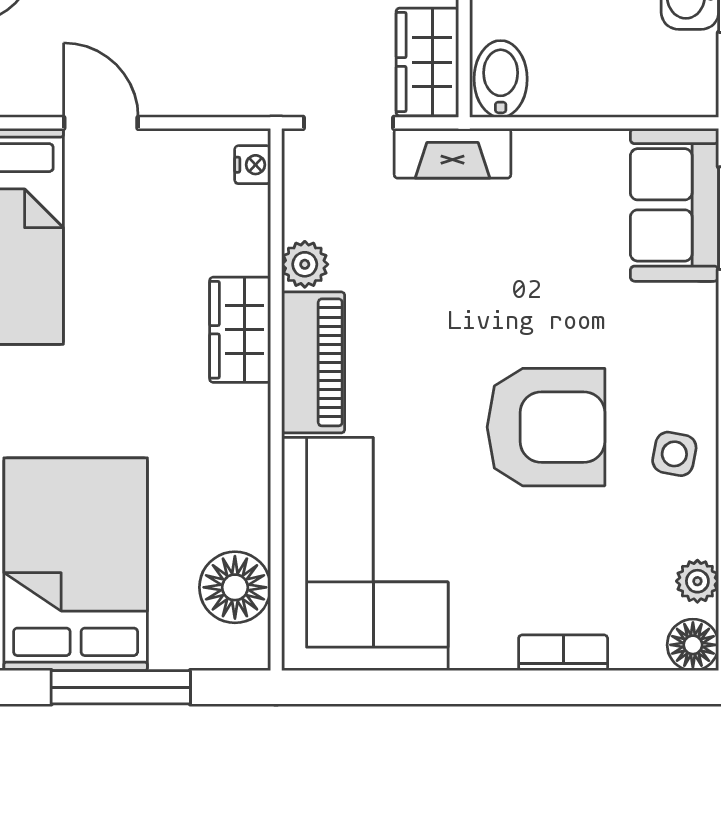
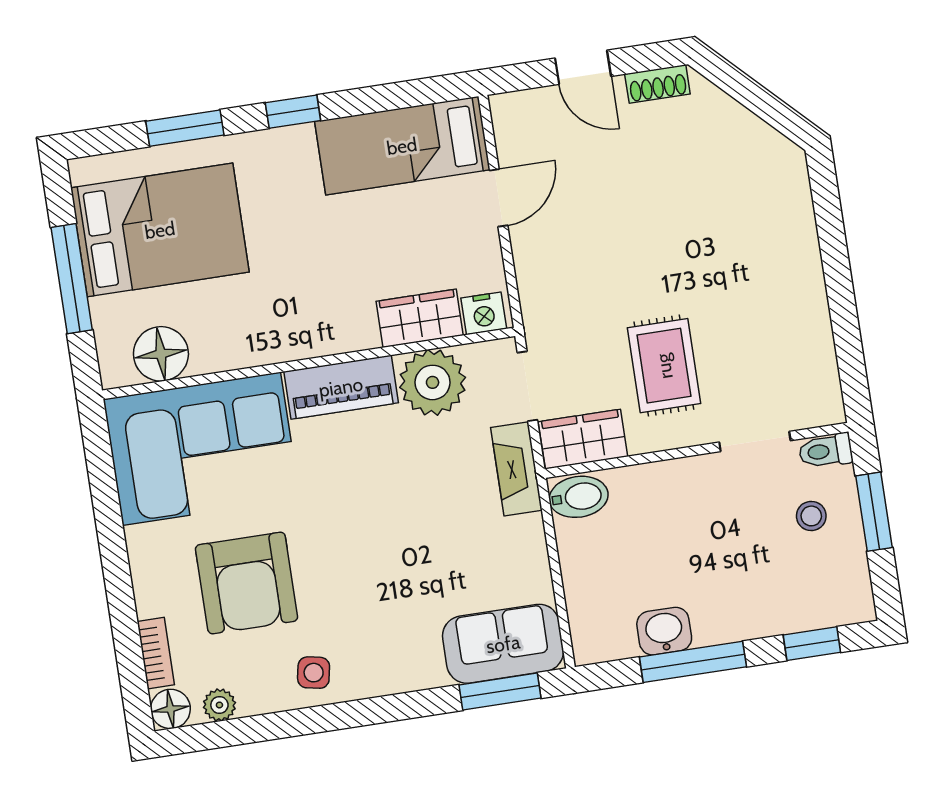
nightstand: (253, 165) -> (484, 313), width x1.39, depth x1.35
plant: (305, 264) -> (433, 382), width x1.88, depth x1.88
wardrobe: (240, 330) -> (420, 318), moved
armchair: (546, 427) -> (247, 583), moved
bookcase: (563, 653) -> (156, 653), moved

